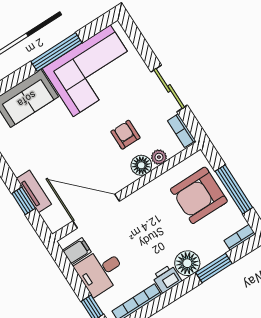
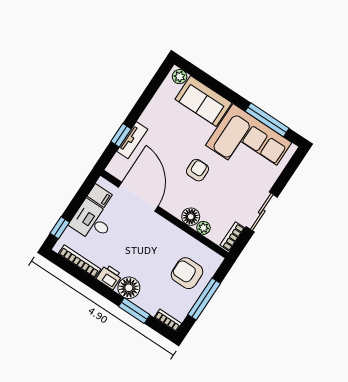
window: (56, 52) -> (267, 120), moved
armchair: (125, 135) -> (198, 170), moved
armchair: (199, 195) -> (187, 273), width x0.73, depth x0.73

